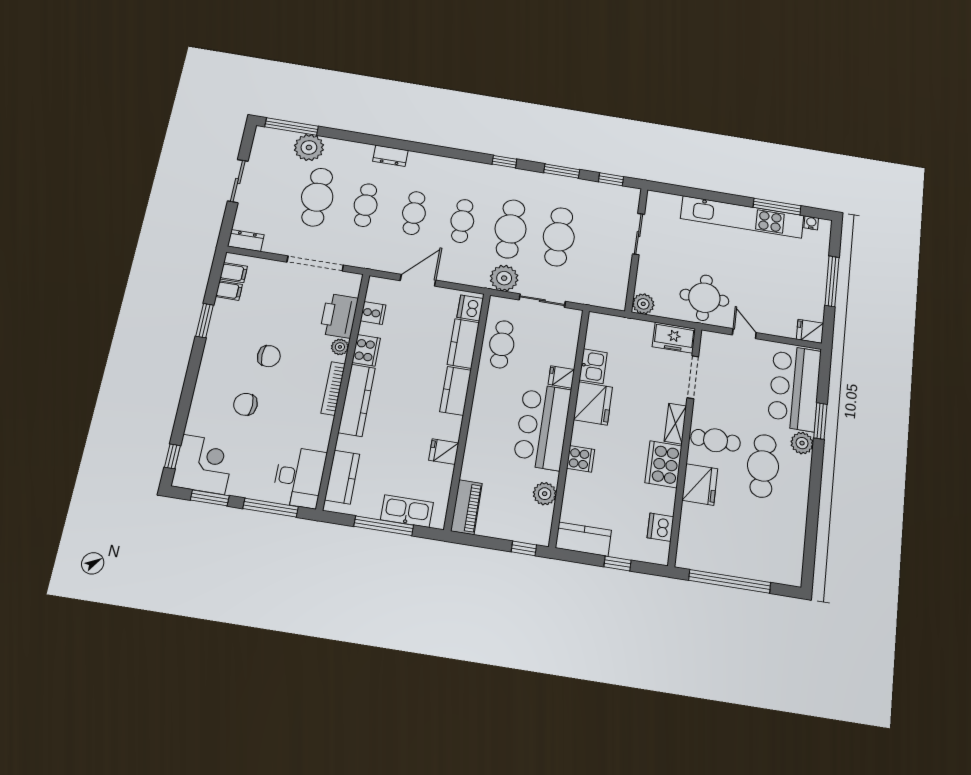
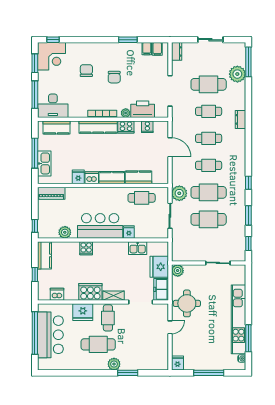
dishwasher: (470, 308) -> (92, 178), moved
bar counter: (794, 388) -> (50, 335), moved, turned 90
fridge: (593, 403) -> (159, 267), moved, turned 90

